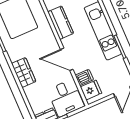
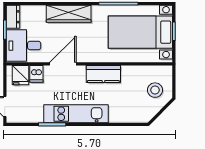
wardrobe: (24, 72) -> (69, 14), width x1.50

